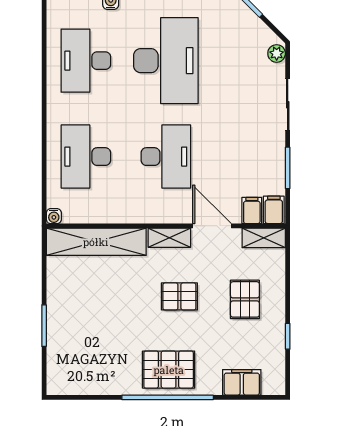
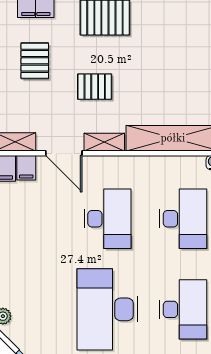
desk: (166, 157) -> (108, 219), turned 180
pallet: (245, 299) -> (35, 61), moved

